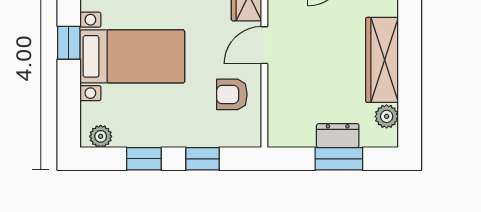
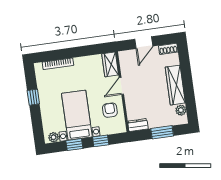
bed with nightstands: (132, 56) -> (77, 115), moved, turned -90
armchair: (232, 94) -> (110, 110), turned 90
dresser: (338, 136) -> (138, 125), moved

